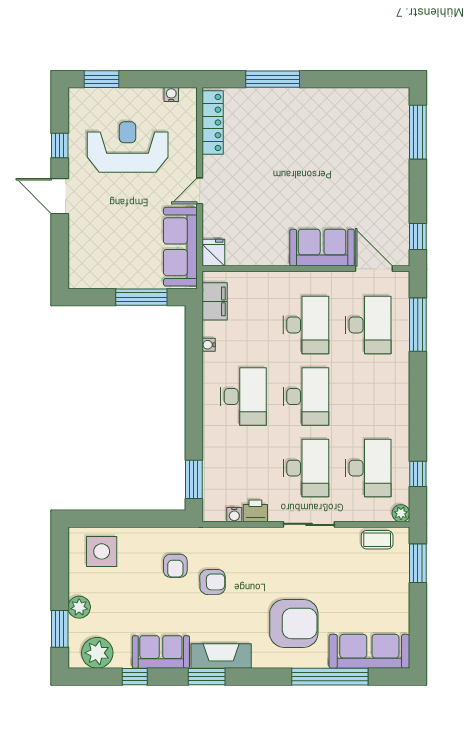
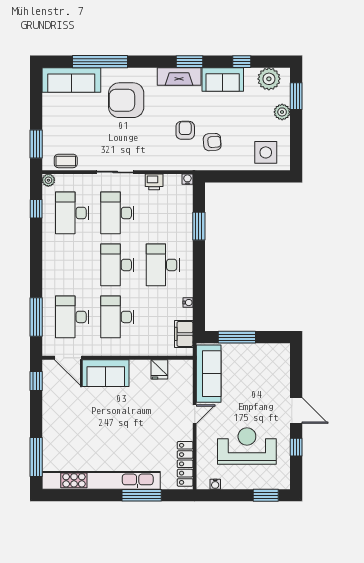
kitchen unit: (328, 100) -> (101, 480), added
reception desk: (128, 147) -> (247, 446), turned 180
fridge: (213, 253) -> (159, 369), moved
window: (194, 479) -> (199, 226), moved
water cooler: (234, 515) -> (187, 179), moved
armchair: (175, 566) -> (212, 142), turned 86
armchair: (213, 582) -> (185, 130), turned 91

